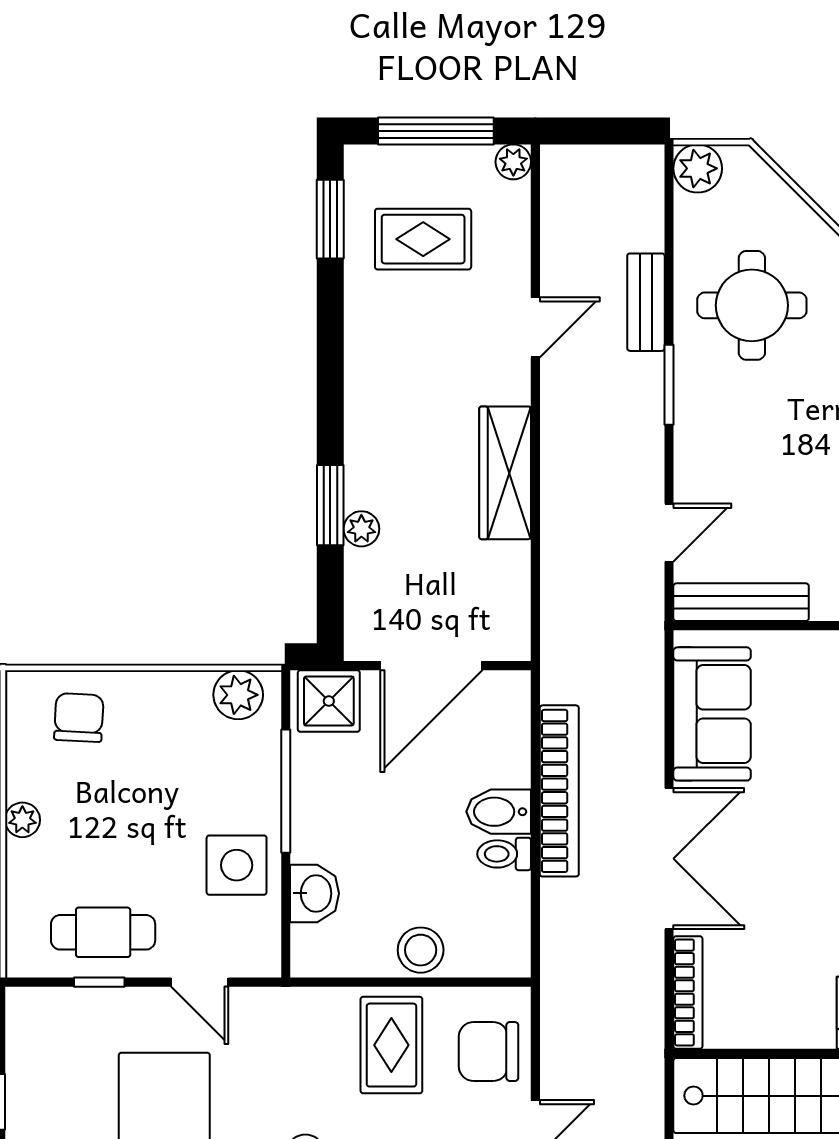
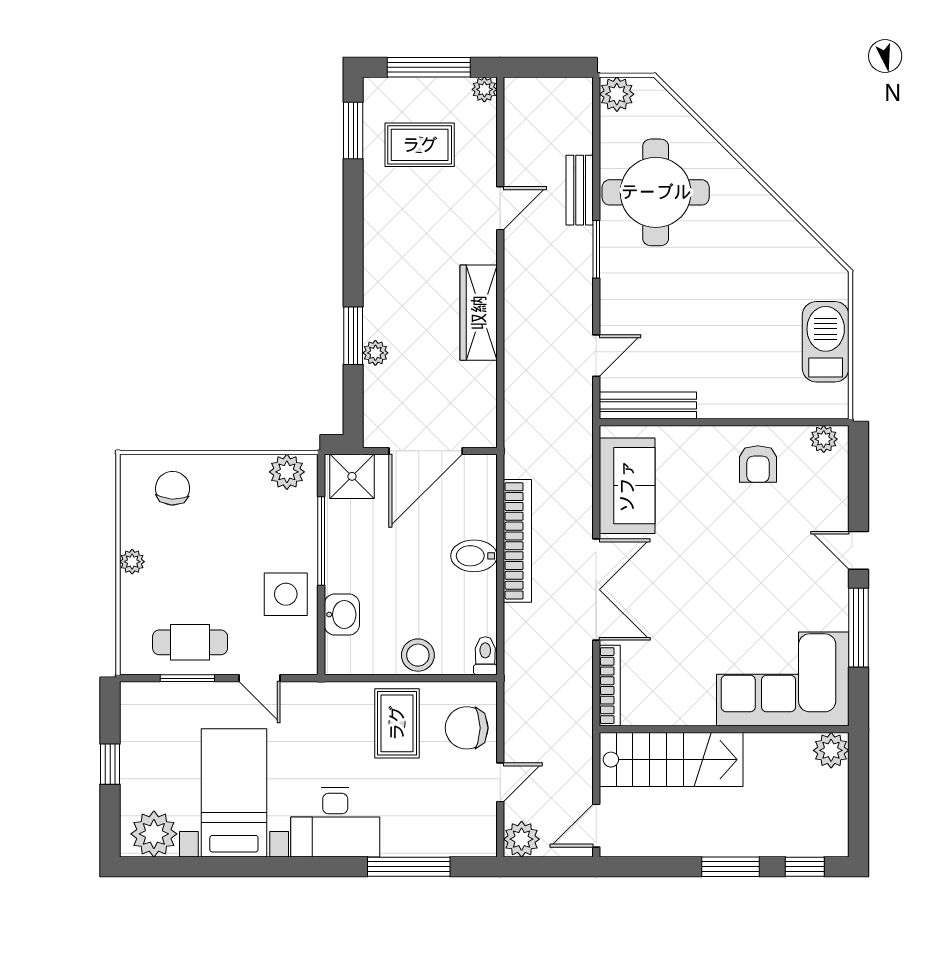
round table: (752, 305) -> (656, 192), width x1.36, depth x1.36
toilet: (504, 854) -> (485, 656), moved, turned 90
window: (99, 982) -> (187, 678), width x1.50

